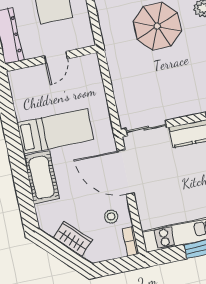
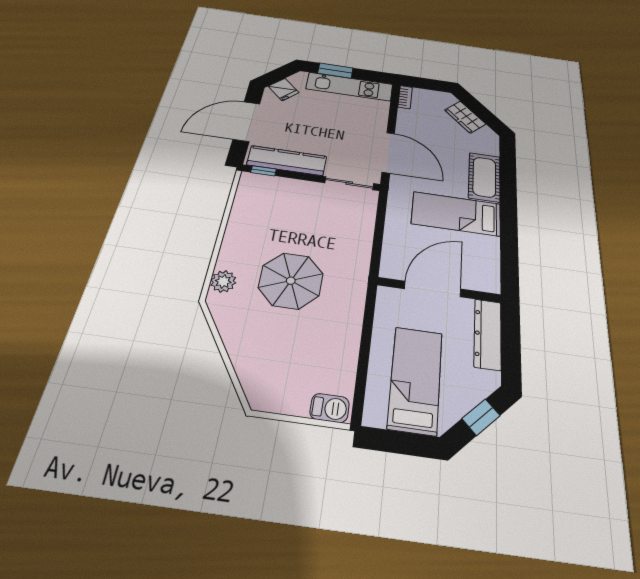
door: (56, 57) -> (433, 289), width x1.87
stool: (111, 217) -> (418, 122), removed

